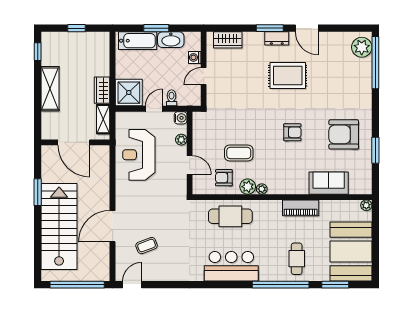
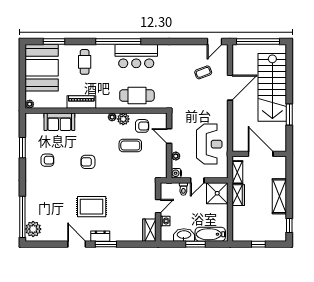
wardrobe: (228, 40) -> (149, 230), moved, turned -90
armchair: (344, 134) -> (47, 160), width x0.53, depth x0.53
window: (281, 285) -> (118, 41), moved

